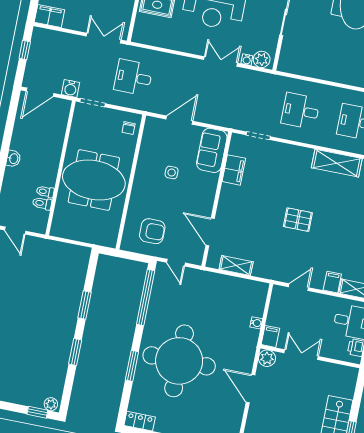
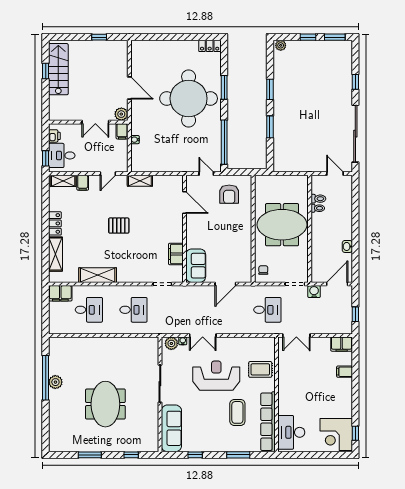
washbasin: (13, 159) -> (347, 246), moved
side table: (172, 173) -> (223, 242), removed
armchair: (152, 231) -> (229, 194), turned -90
shelving: (236, 266) -> (140, 181), moved
window: (37, 412) -> (308, 37), moved

